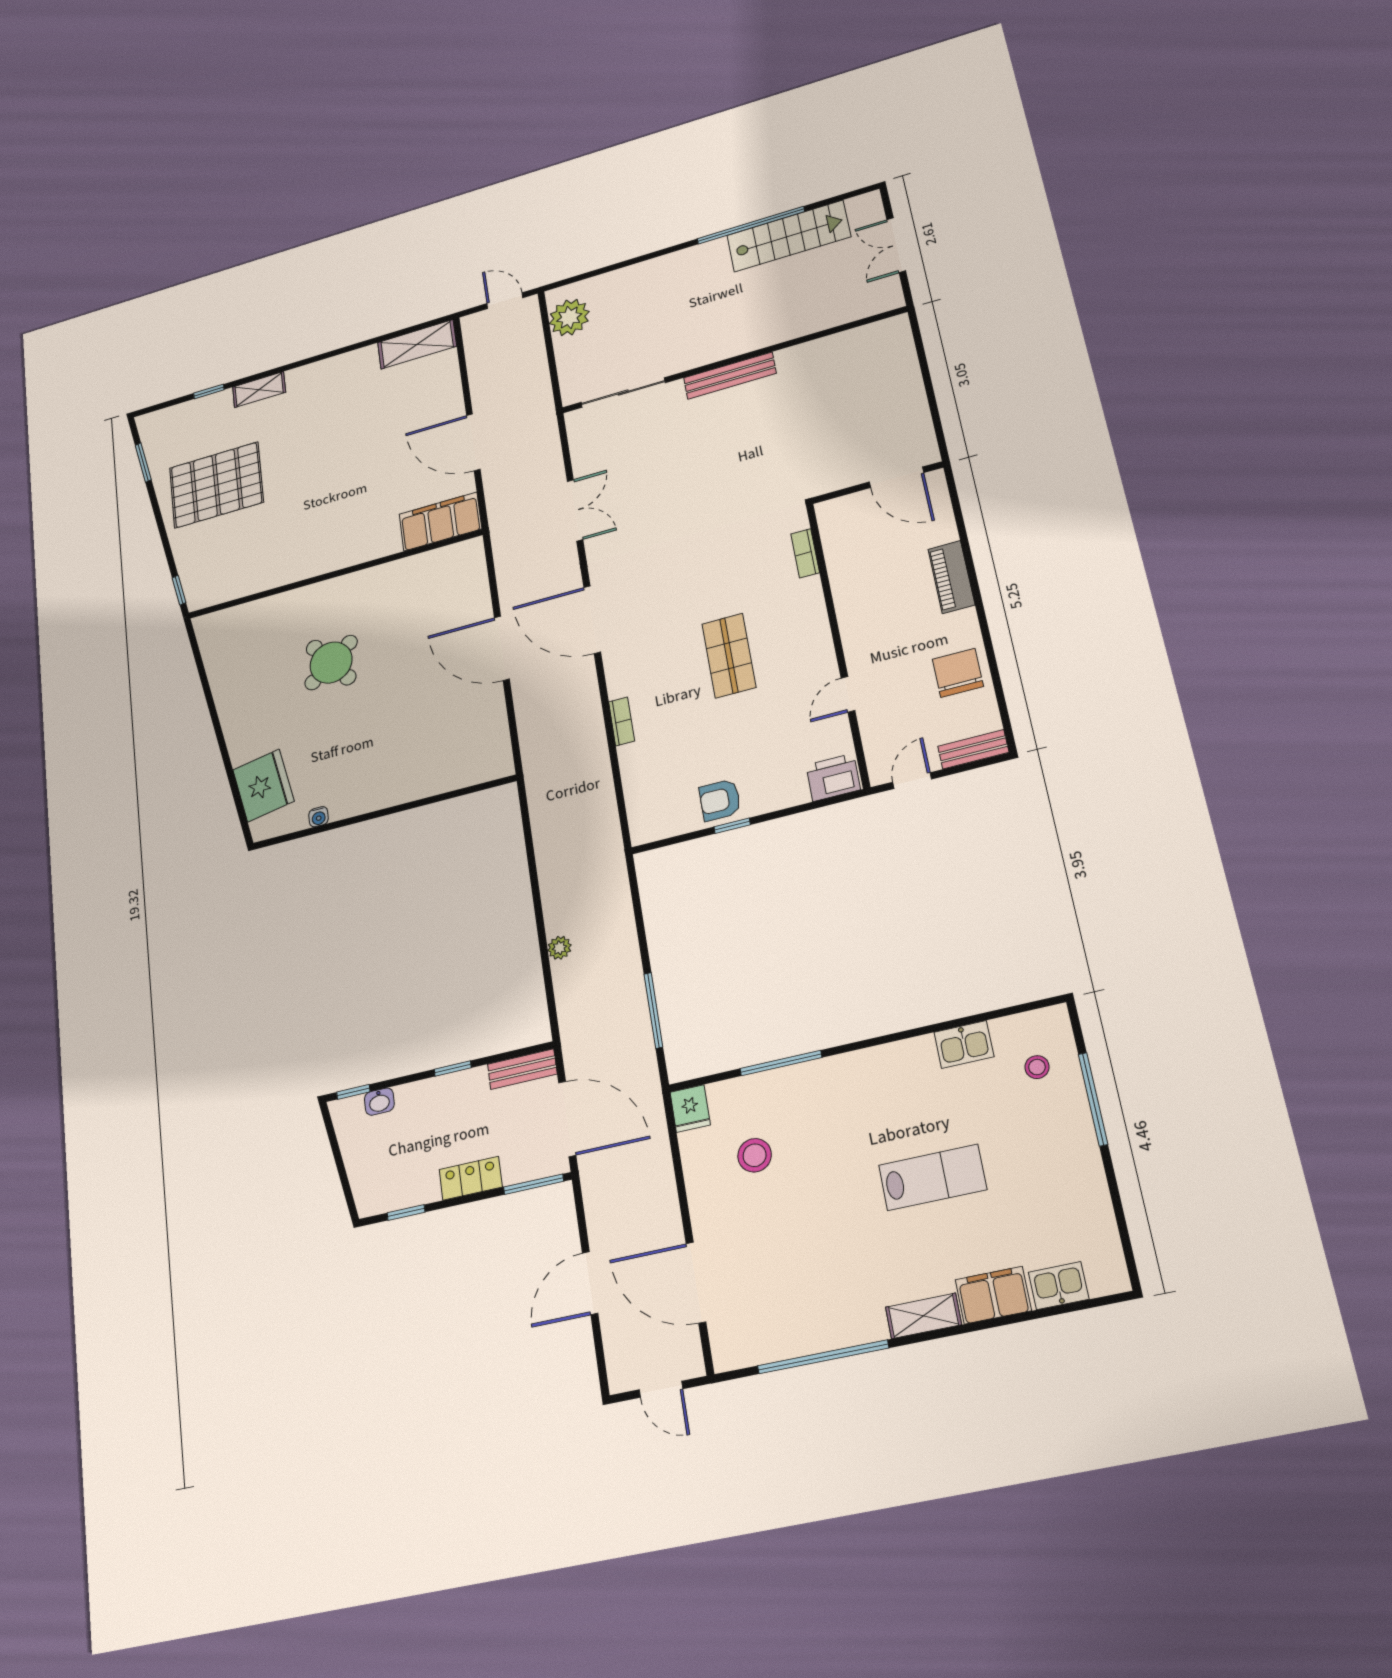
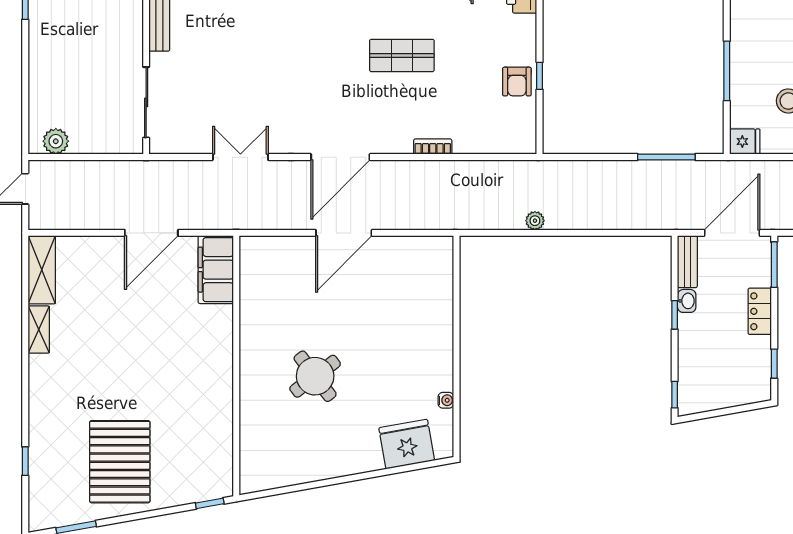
plant: (569, 317) -> (56, 141), width x0.73, depth x0.73
shelving: (259, 390) -> (39, 330), moved
plant: (559, 948) -> (535, 221), moved
washbasin: (379, 1102) -> (687, 301), moved

